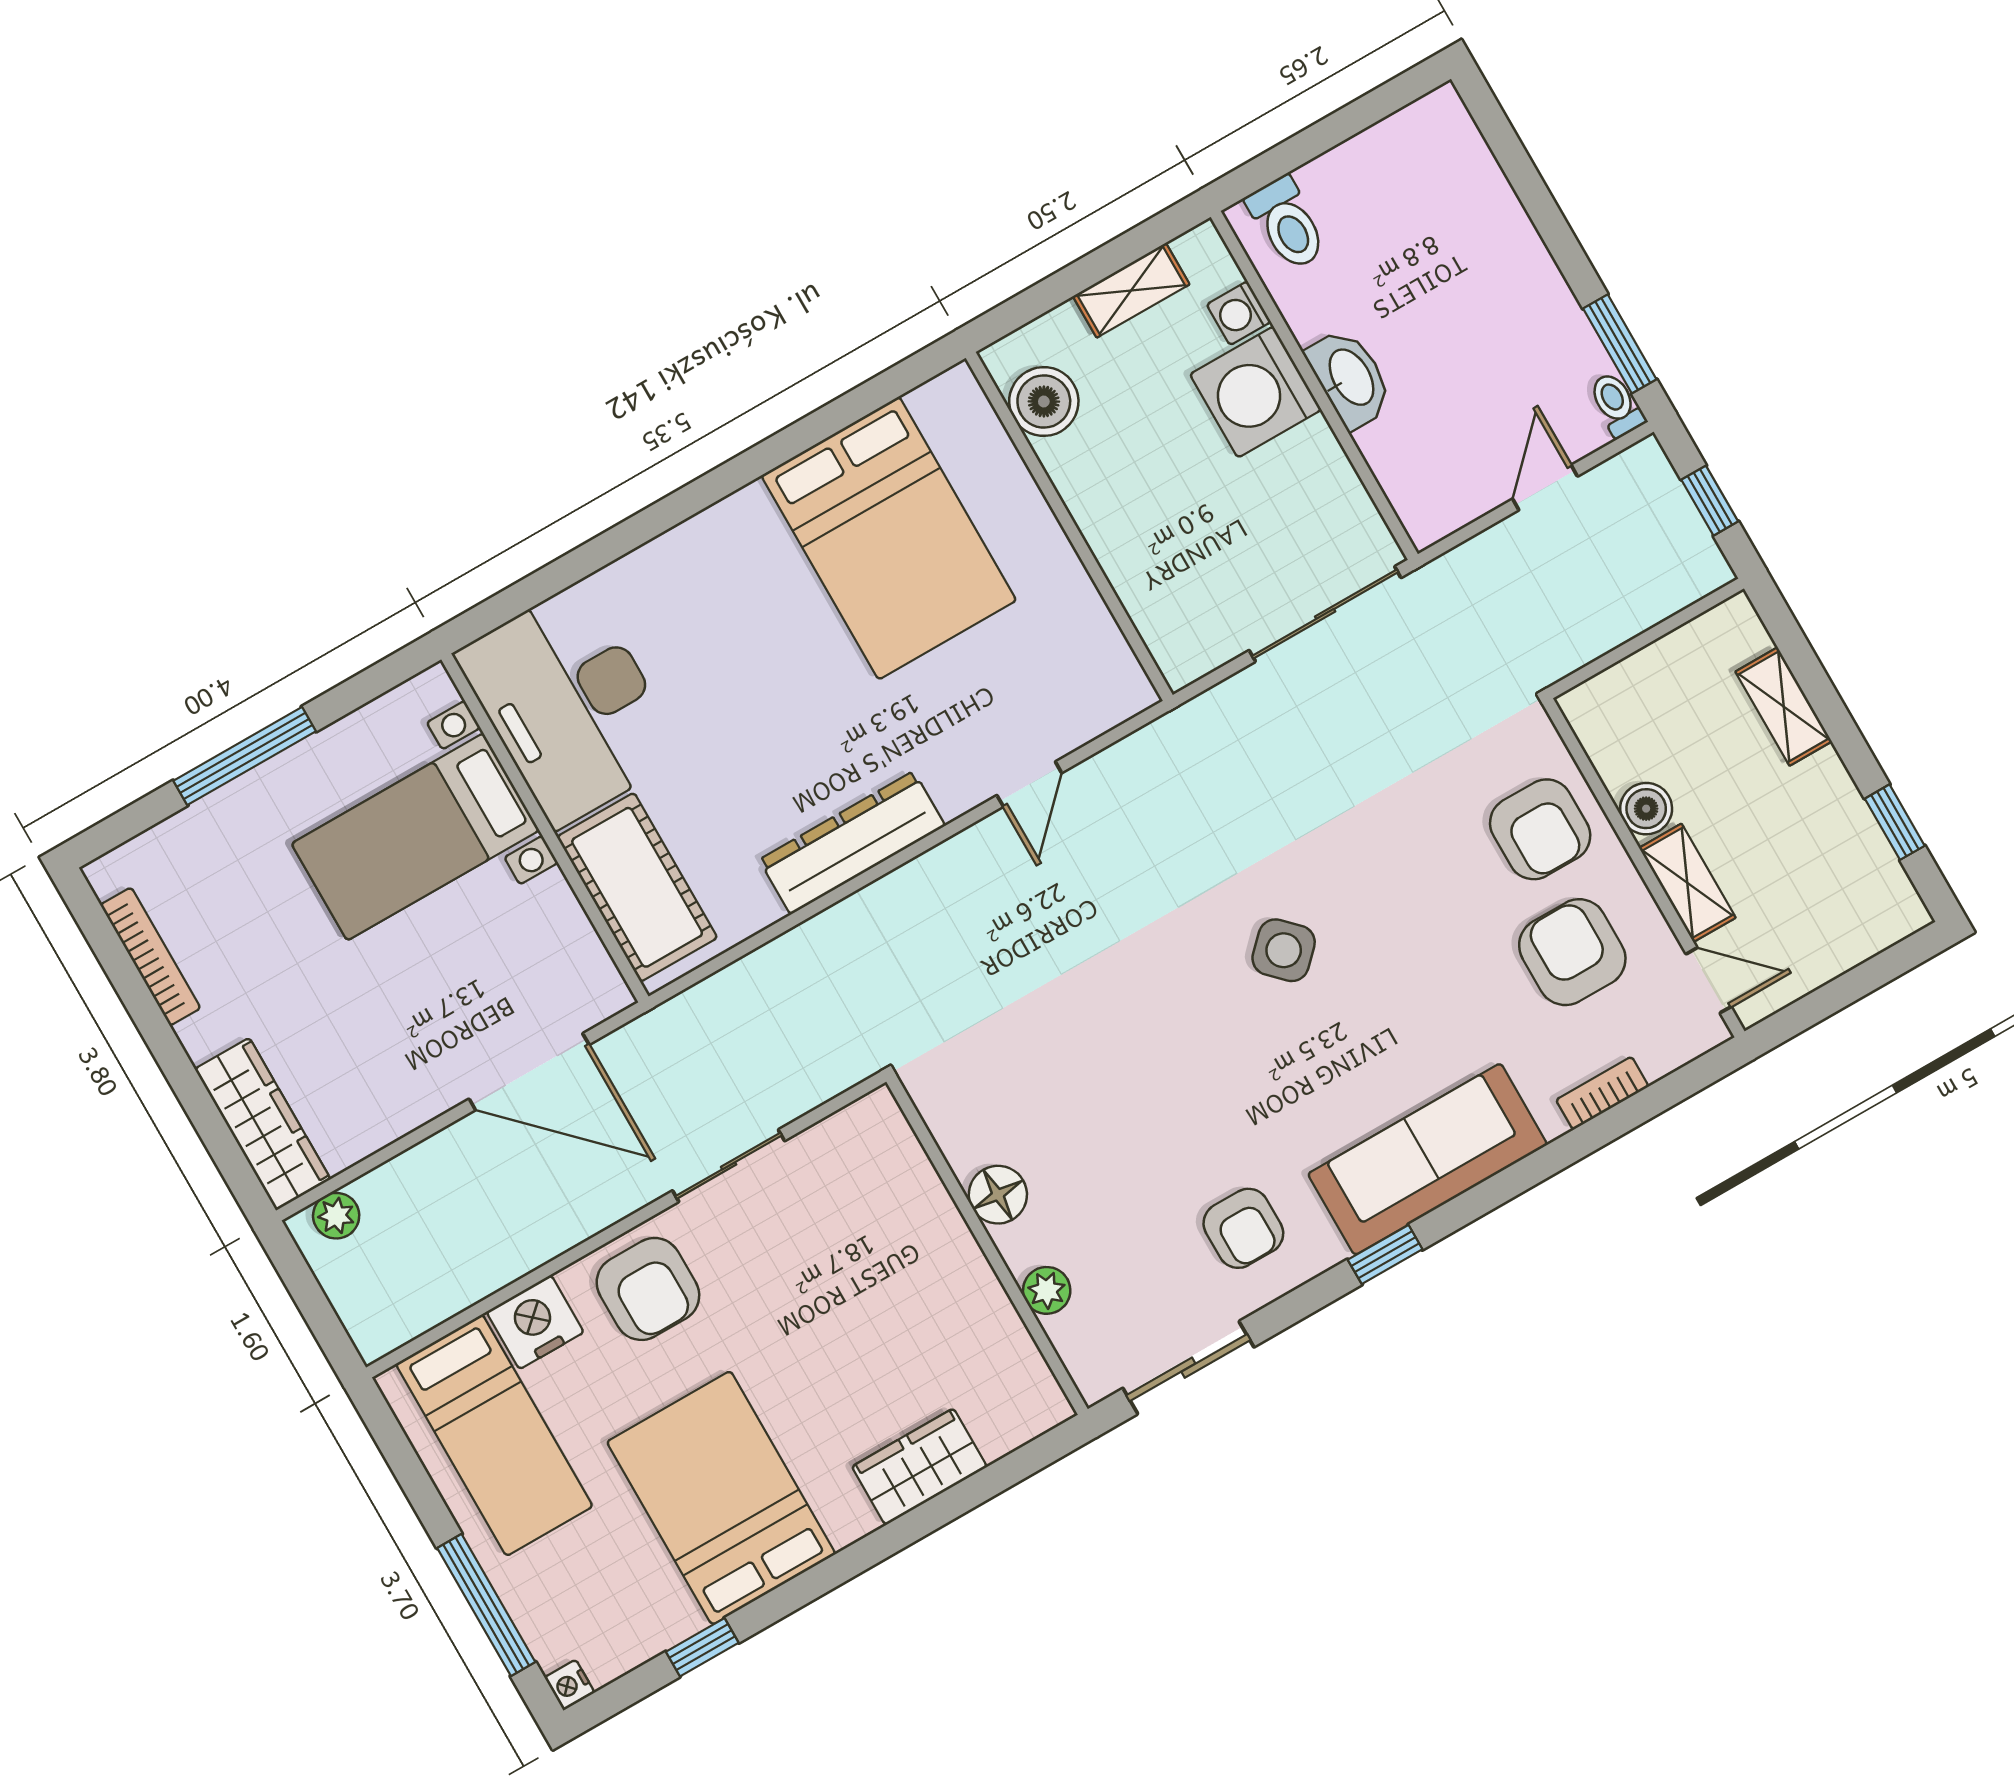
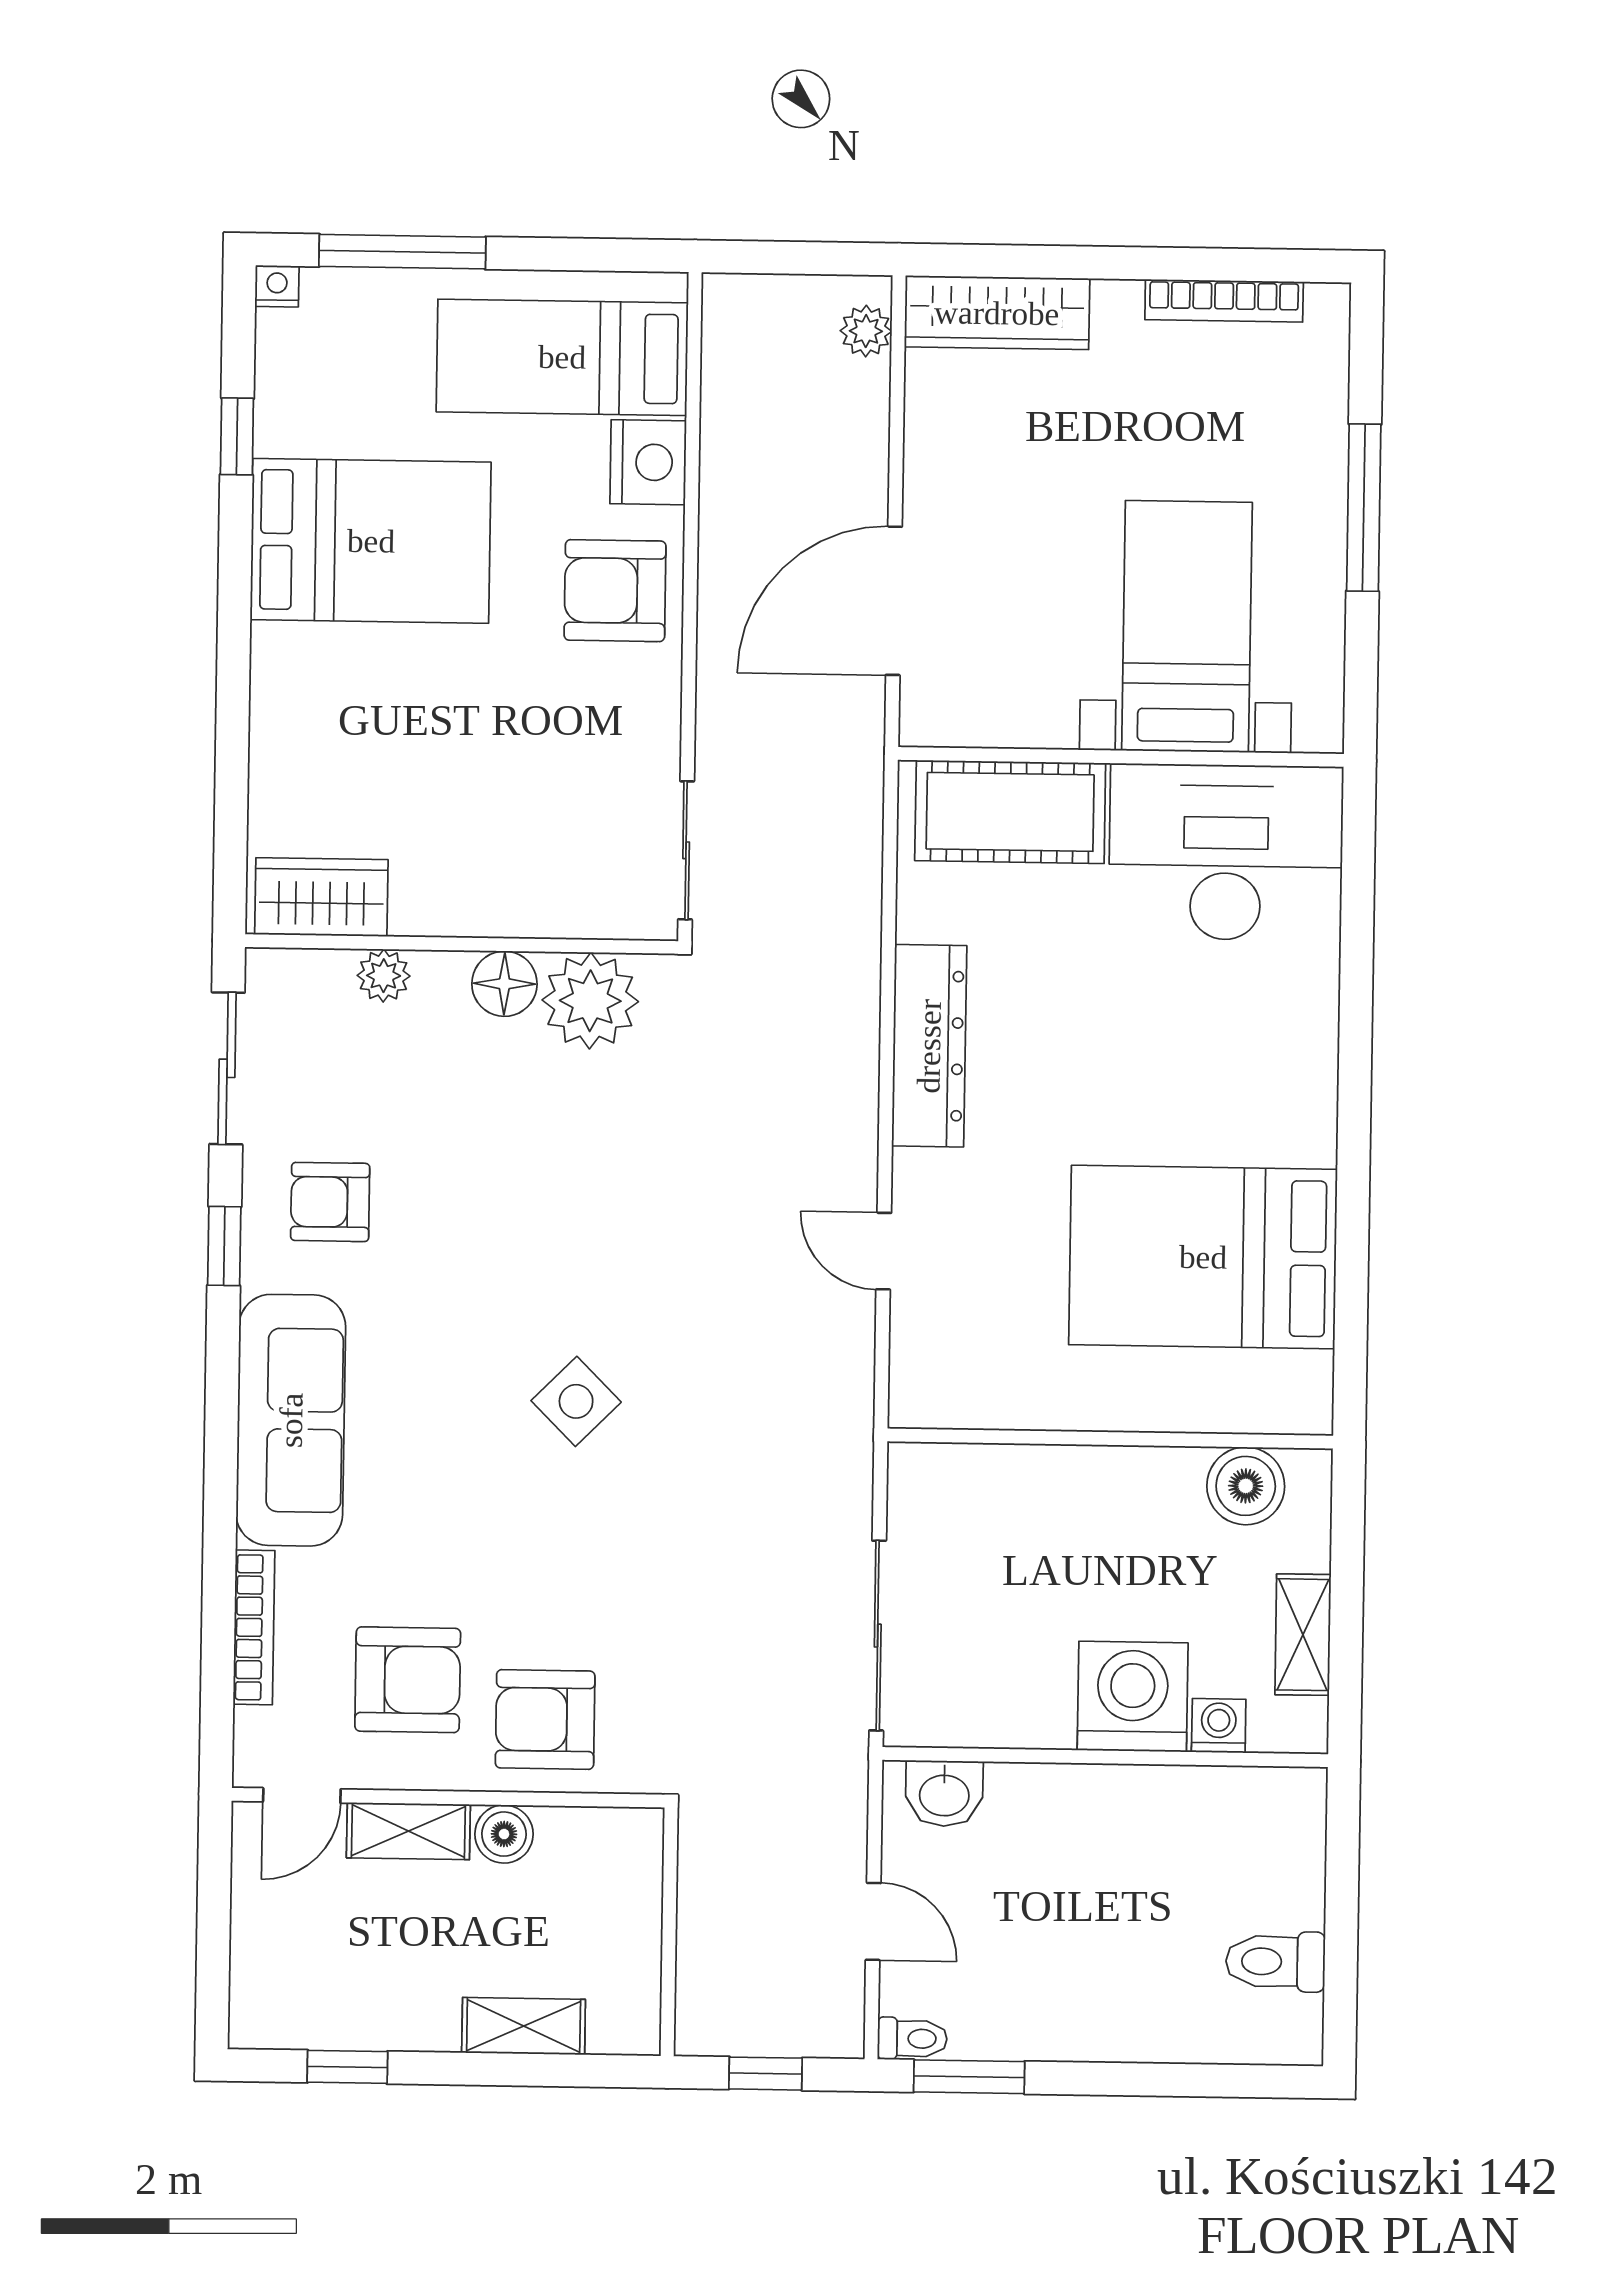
toilet: (1287, 224) -> (1275, 1962), moved
washbasin: (1350, 378) -> (944, 1794), moved, width x0.72
bookcase: (1602, 1093) -> (254, 1627), width x1.56
plant: (972, 1122) -> (590, 1001), added
sliding door: (729, 1166) -> (686, 850), moved
window: (1385, 1255) -> (224, 1246), moved
wardrobe: (919, 1467) -> (321, 897), moved, turned -90

